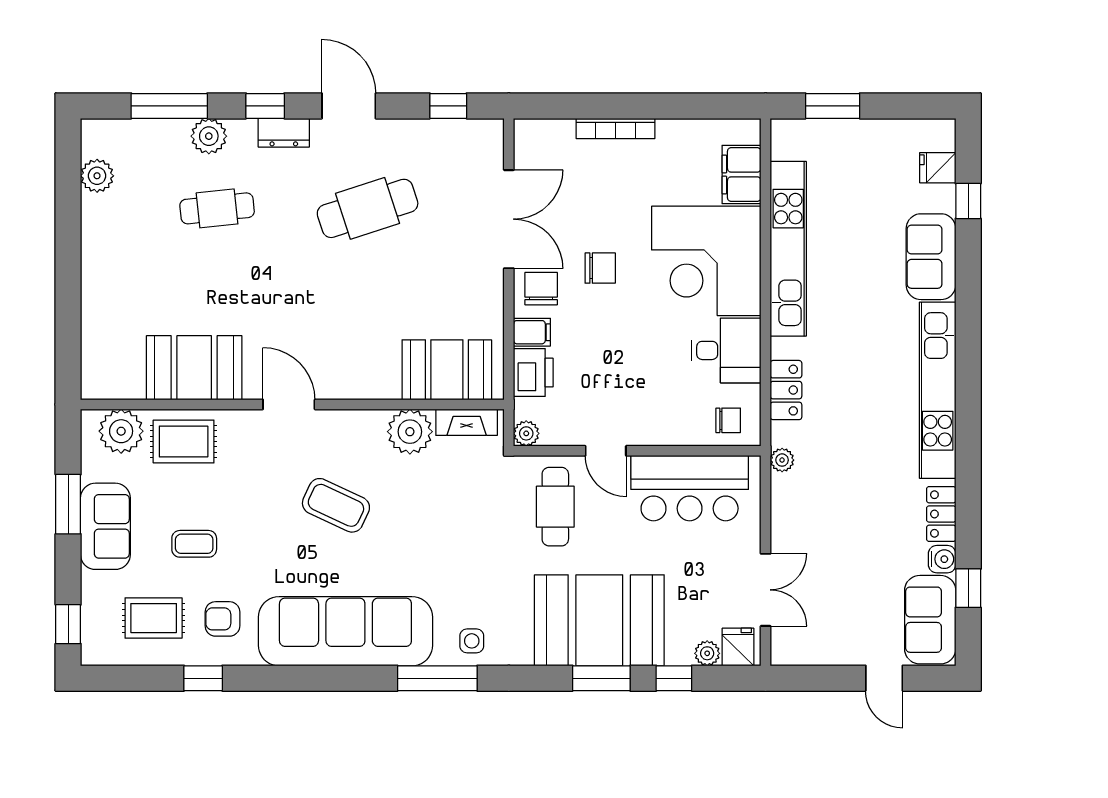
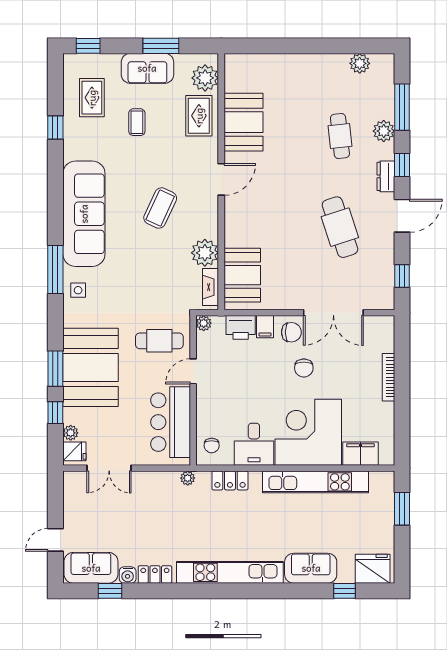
fridge: (938, 168) -> (373, 569), width x1.88, depth x1.34
armchair: (222, 619) -> (91, 139), removed

